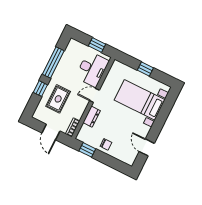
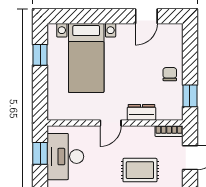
desk: (92, 69) -> (65, 157), moved, turned -90
window: (145, 69) -> (40, 55), moved
door: (94, 95) -> (111, 123), hinge flipped

